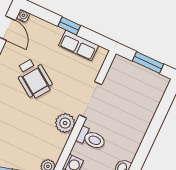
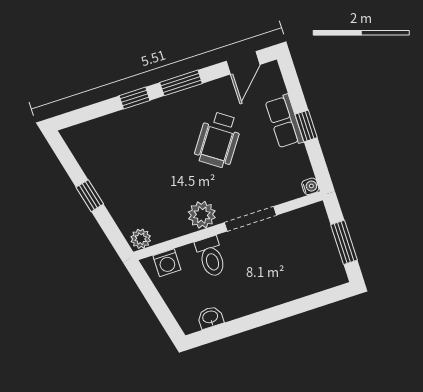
water cooler: (23, 16) -> (310, 186), moved
row of seats: (79, 45) -> (284, 121), moved

